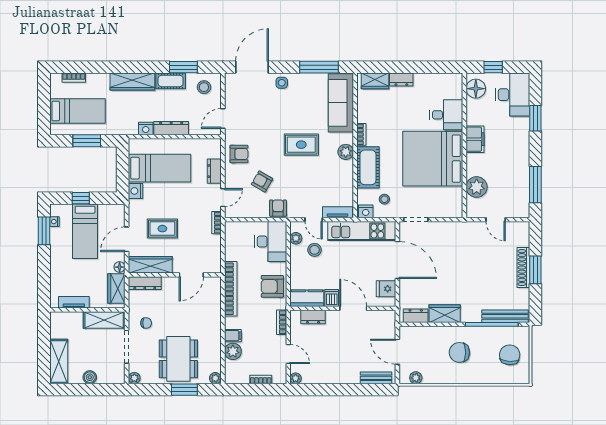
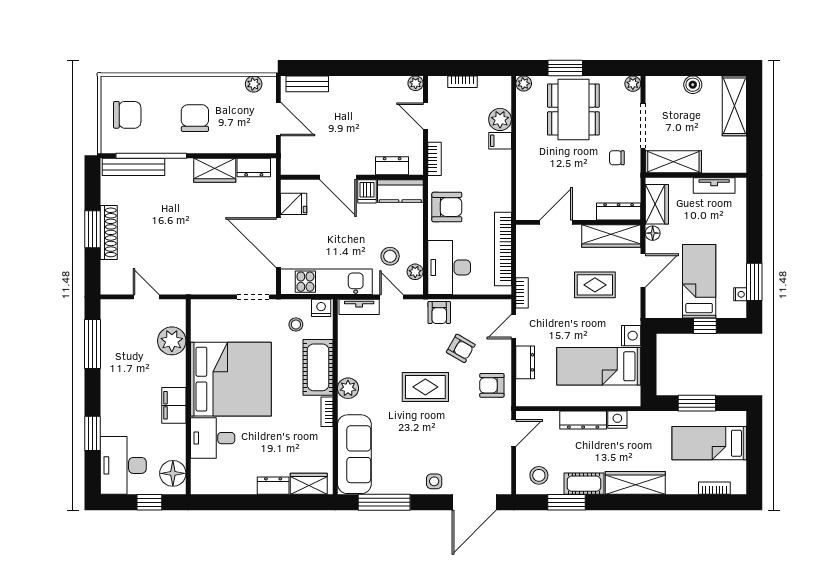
rug: (301, 145) -> (425, 387), moved
bookcase: (231, 289) -> (503, 249), moved
chair: (459, 352) -> (195, 118), turned -90
chair: (510, 355) -> (127, 115), turned -94

